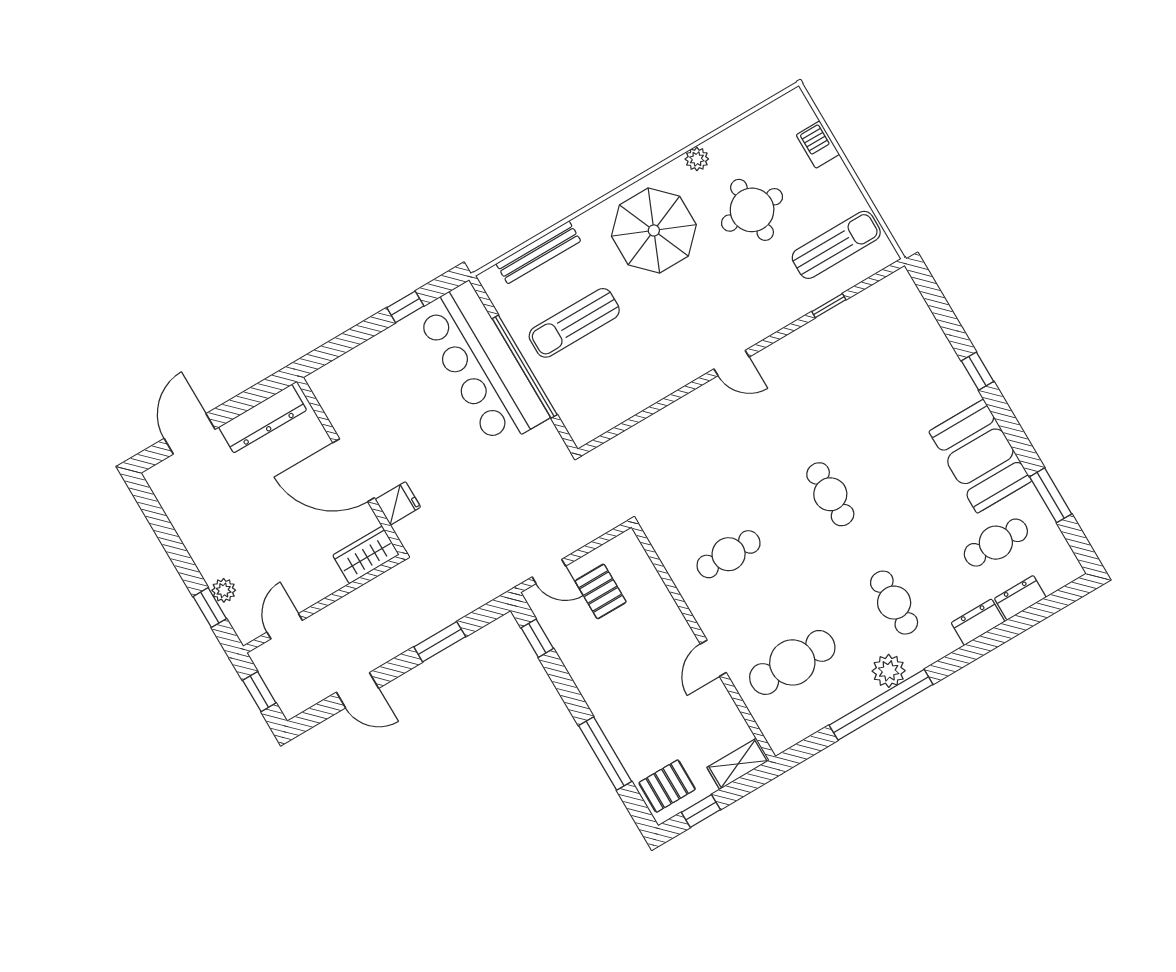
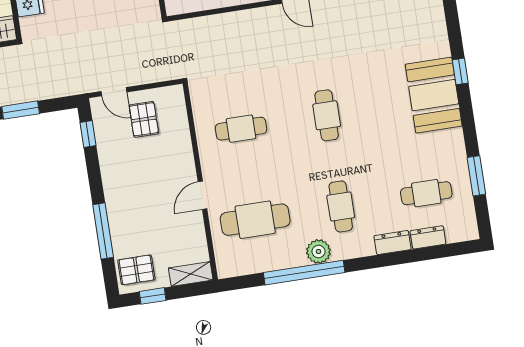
booth: (980, 456) -> (434, 95), moved

